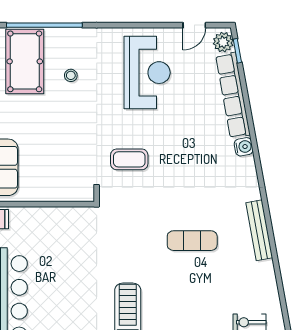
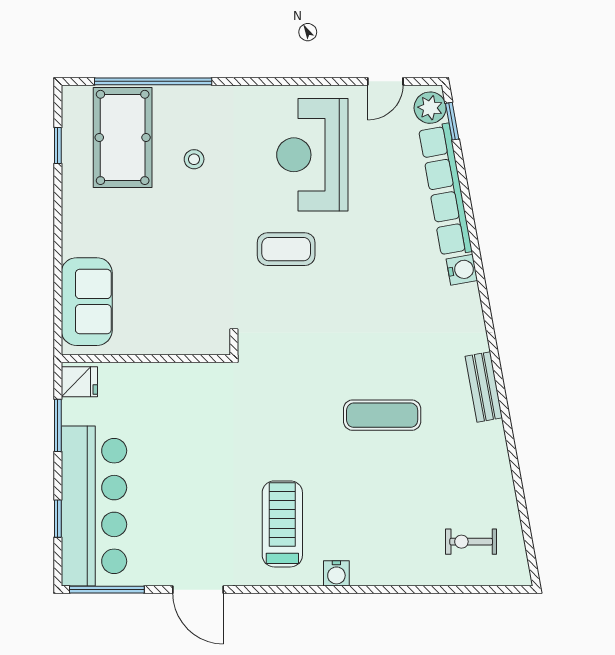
reception desk: (147, 73) -> (312, 155), turned 180
coffee table: (129, 159) -> (286, 249), moved
bench: (259, 230) -> (484, 387), width x0.73

